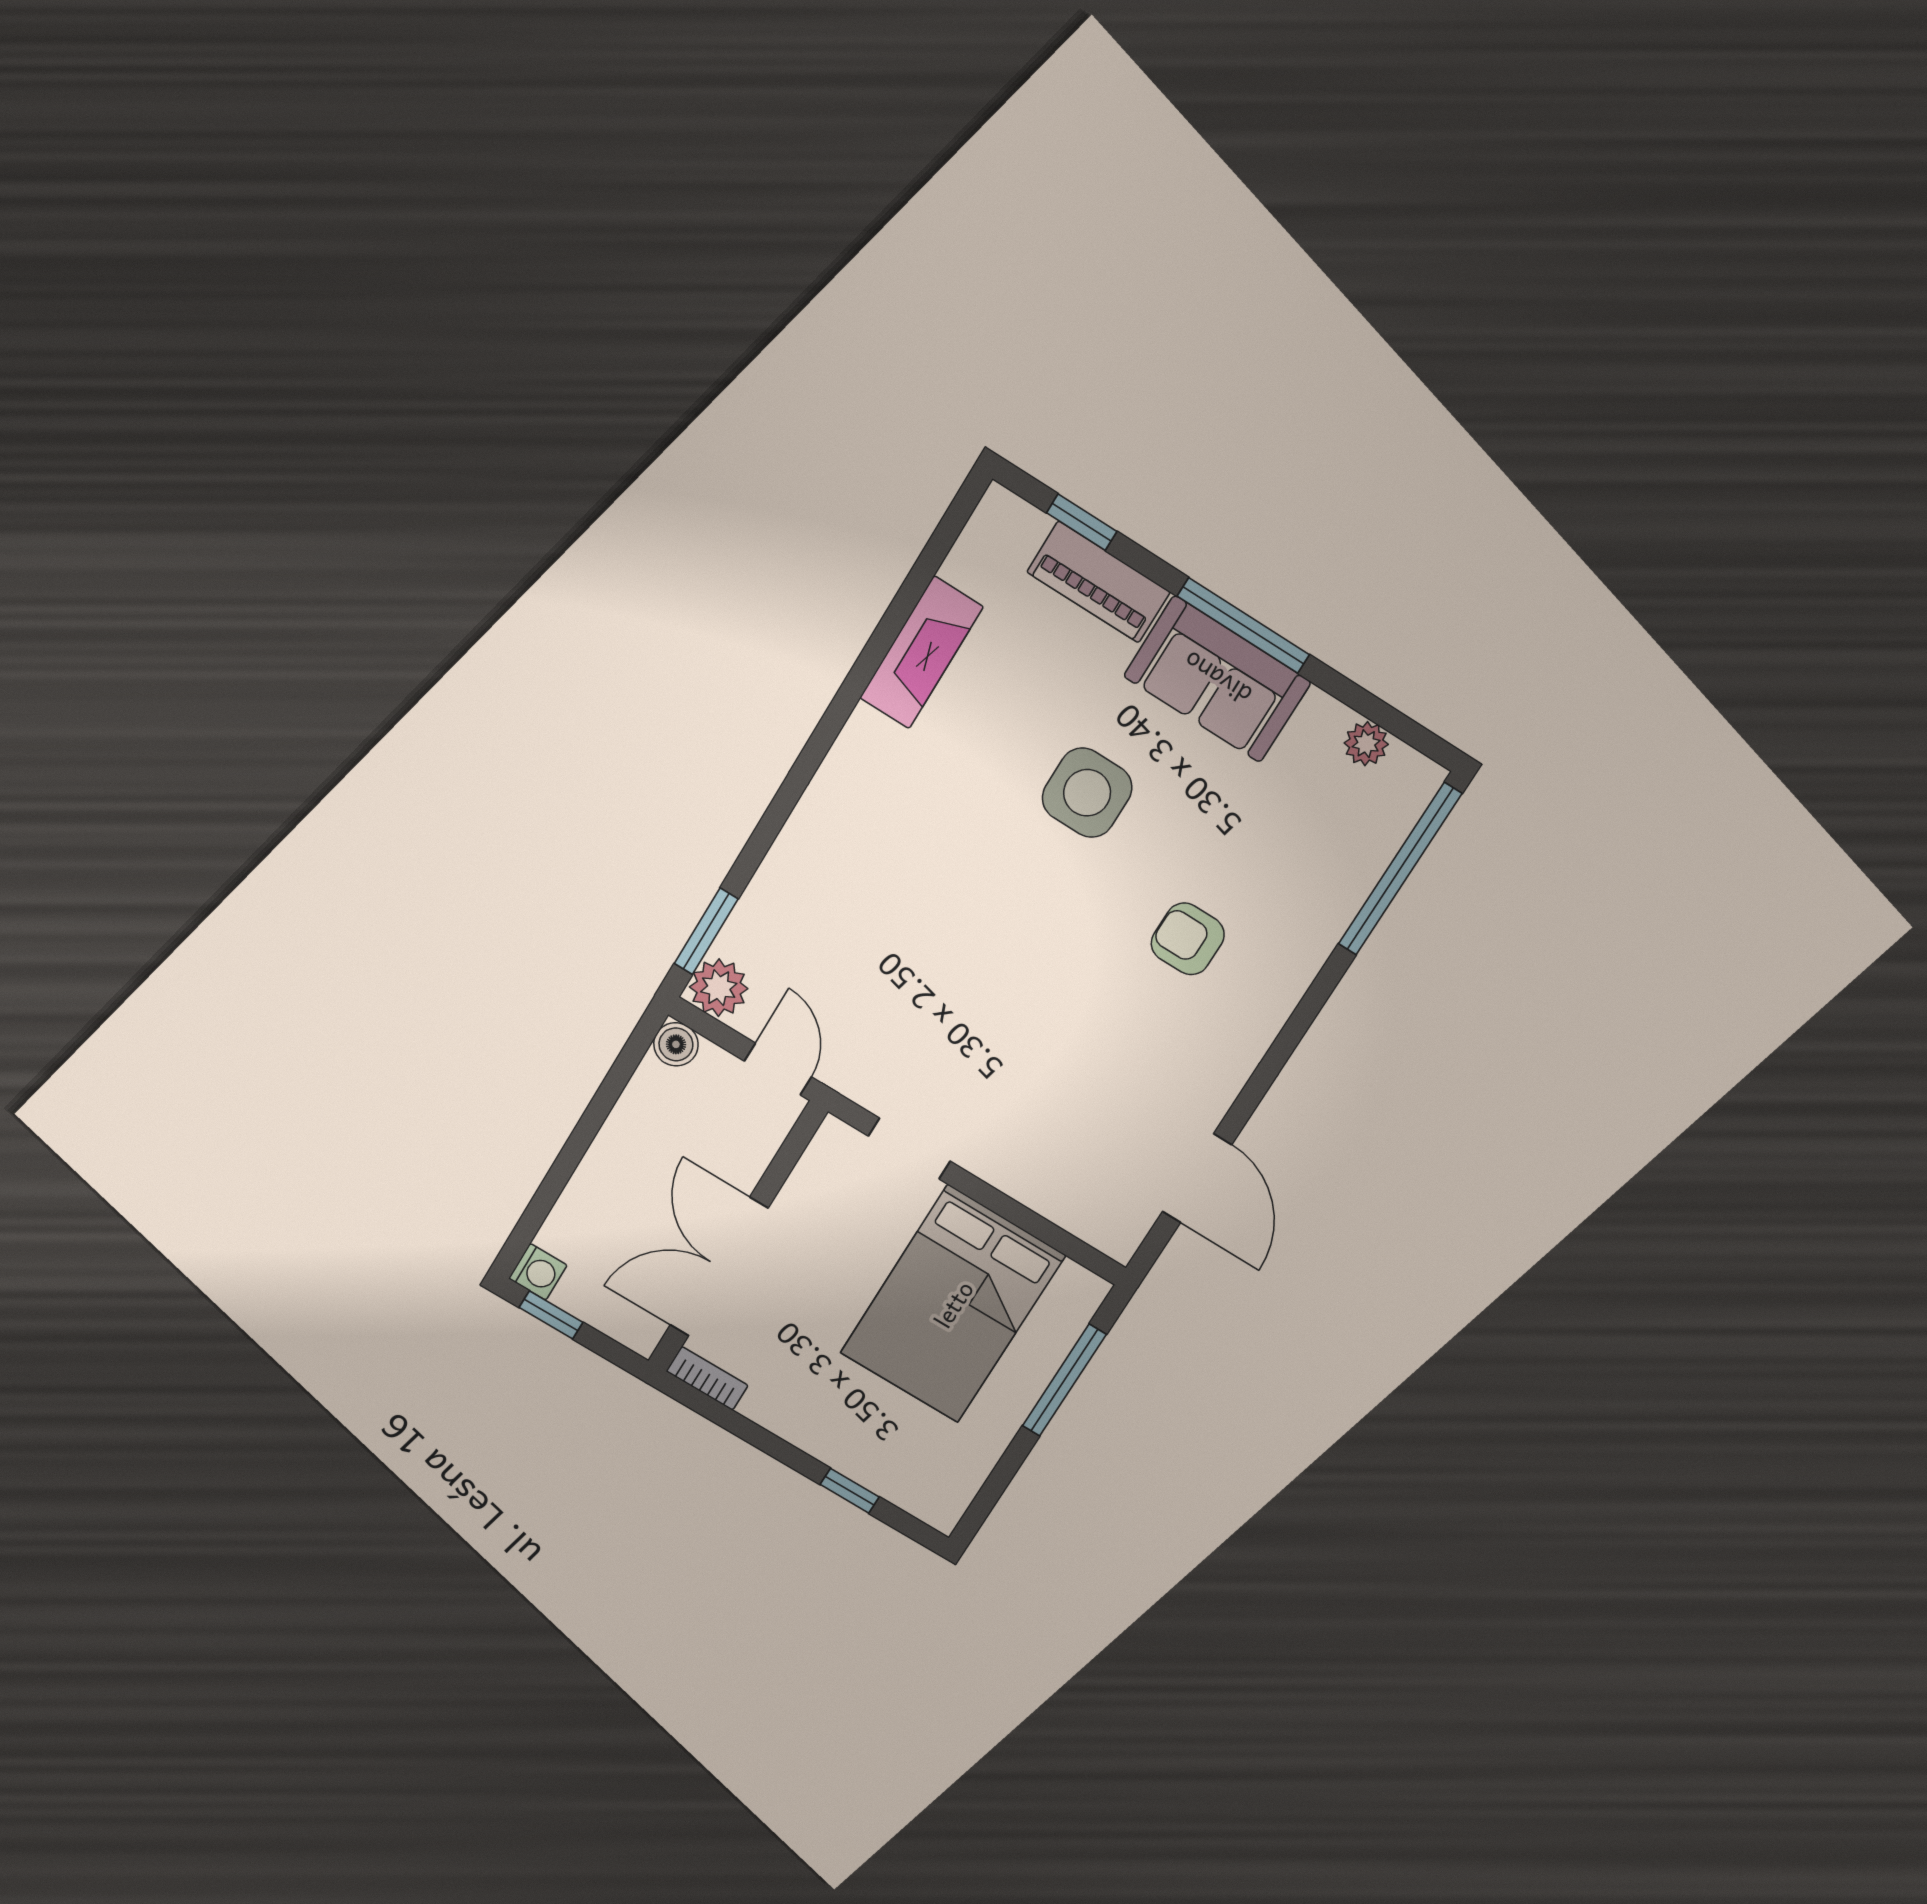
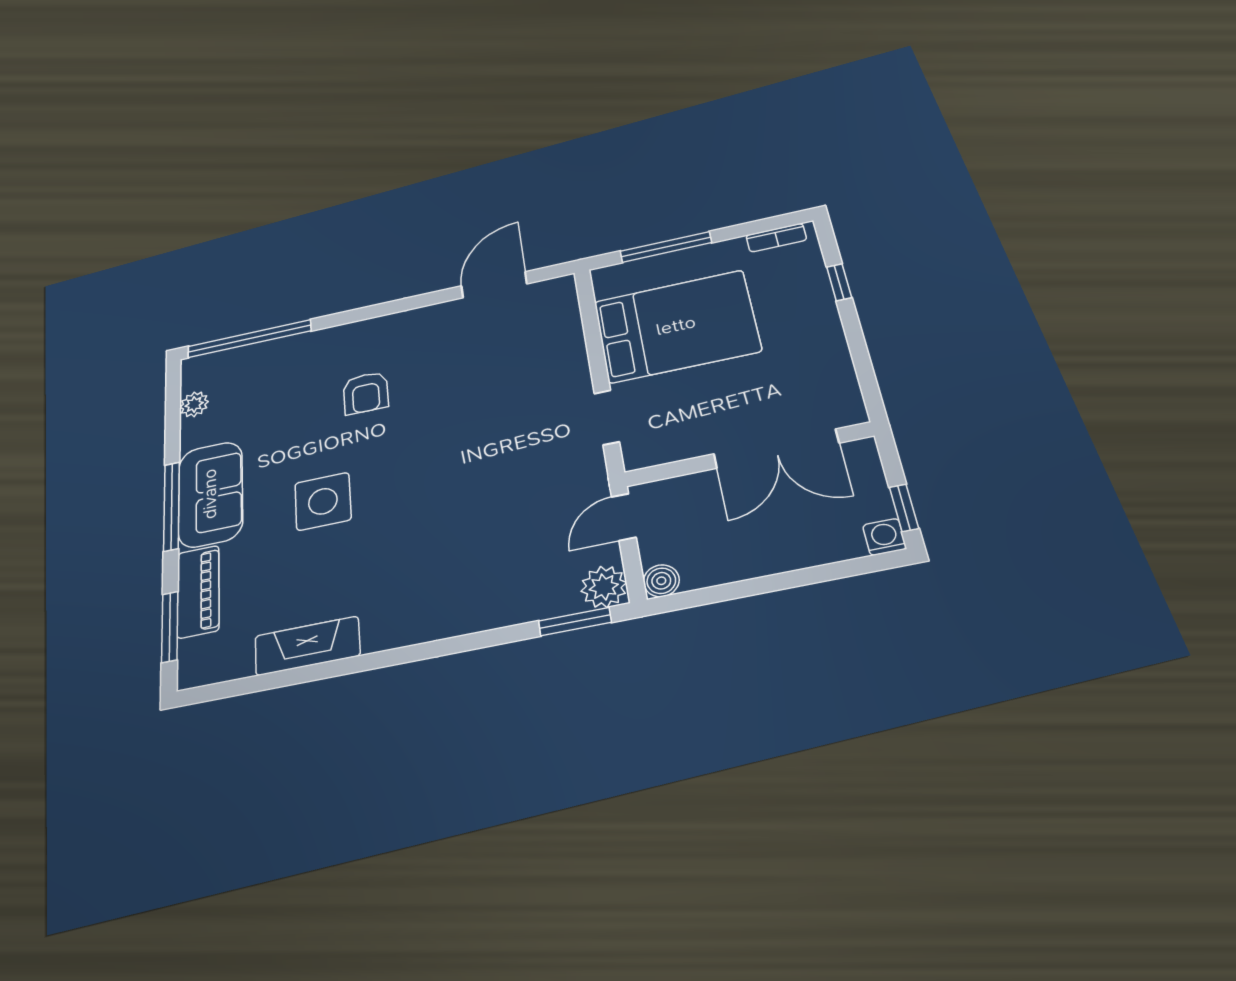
window: (1082, 522) -> (170, 627), width x1.50
bookcase: (707, 1378) -> (776, 238), moved, turned -90

